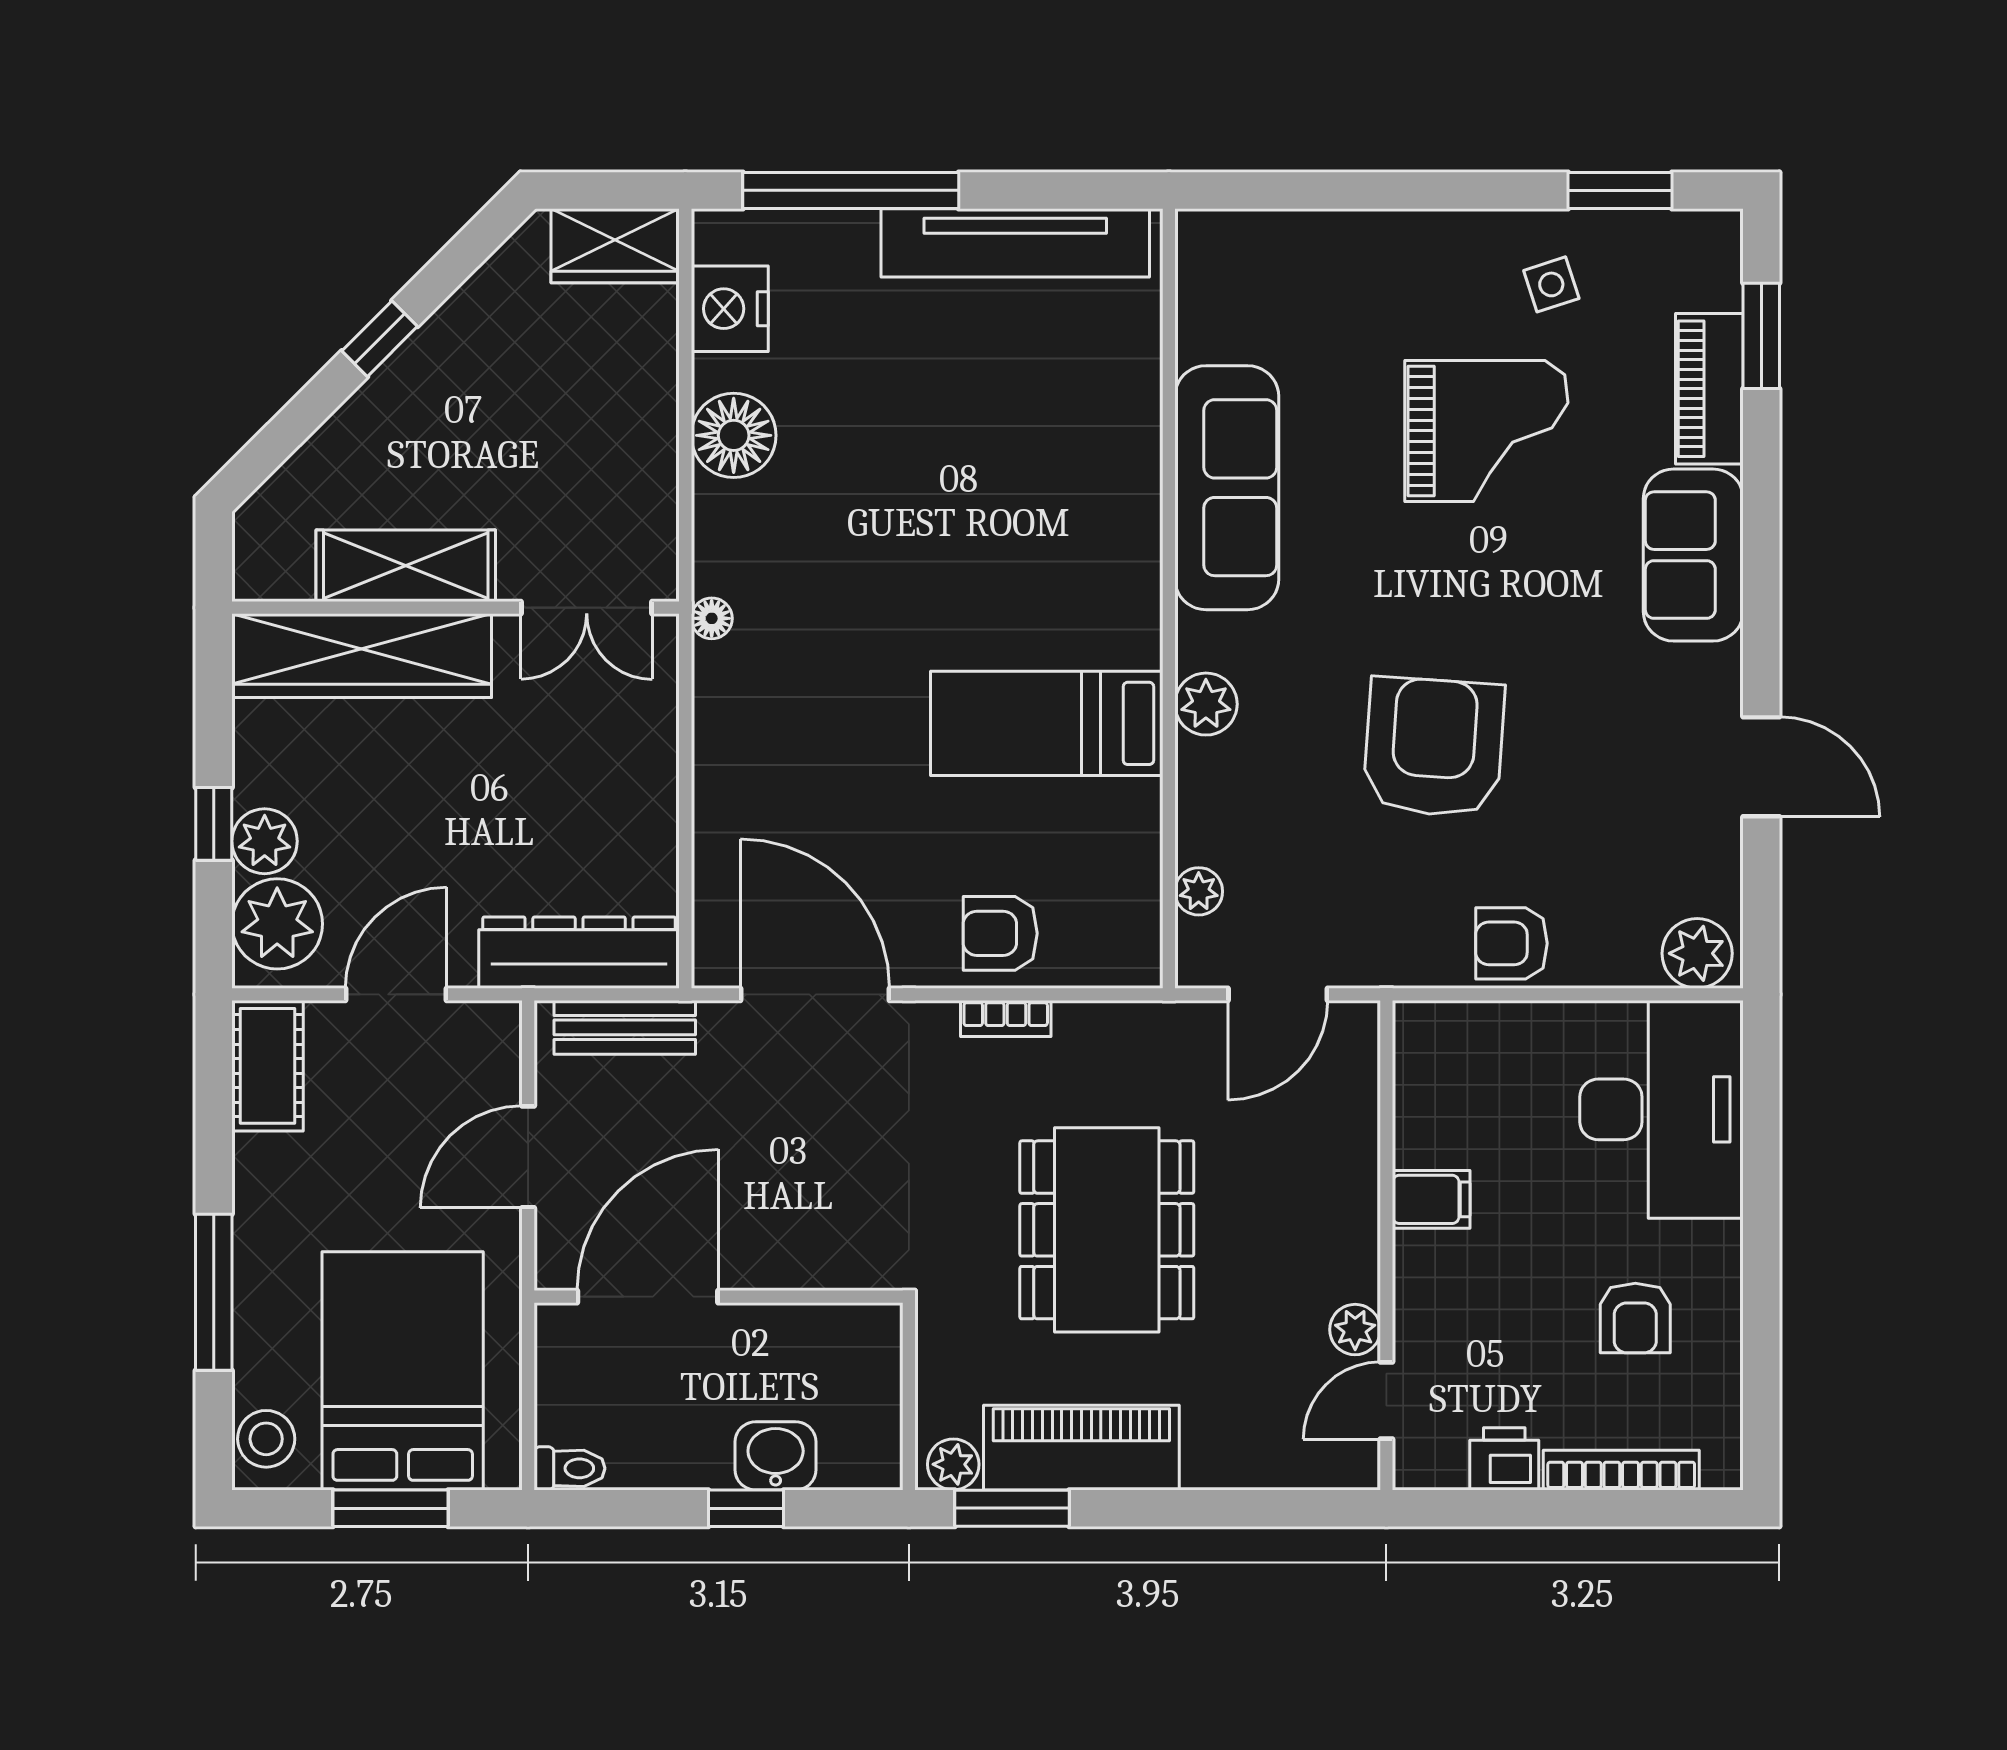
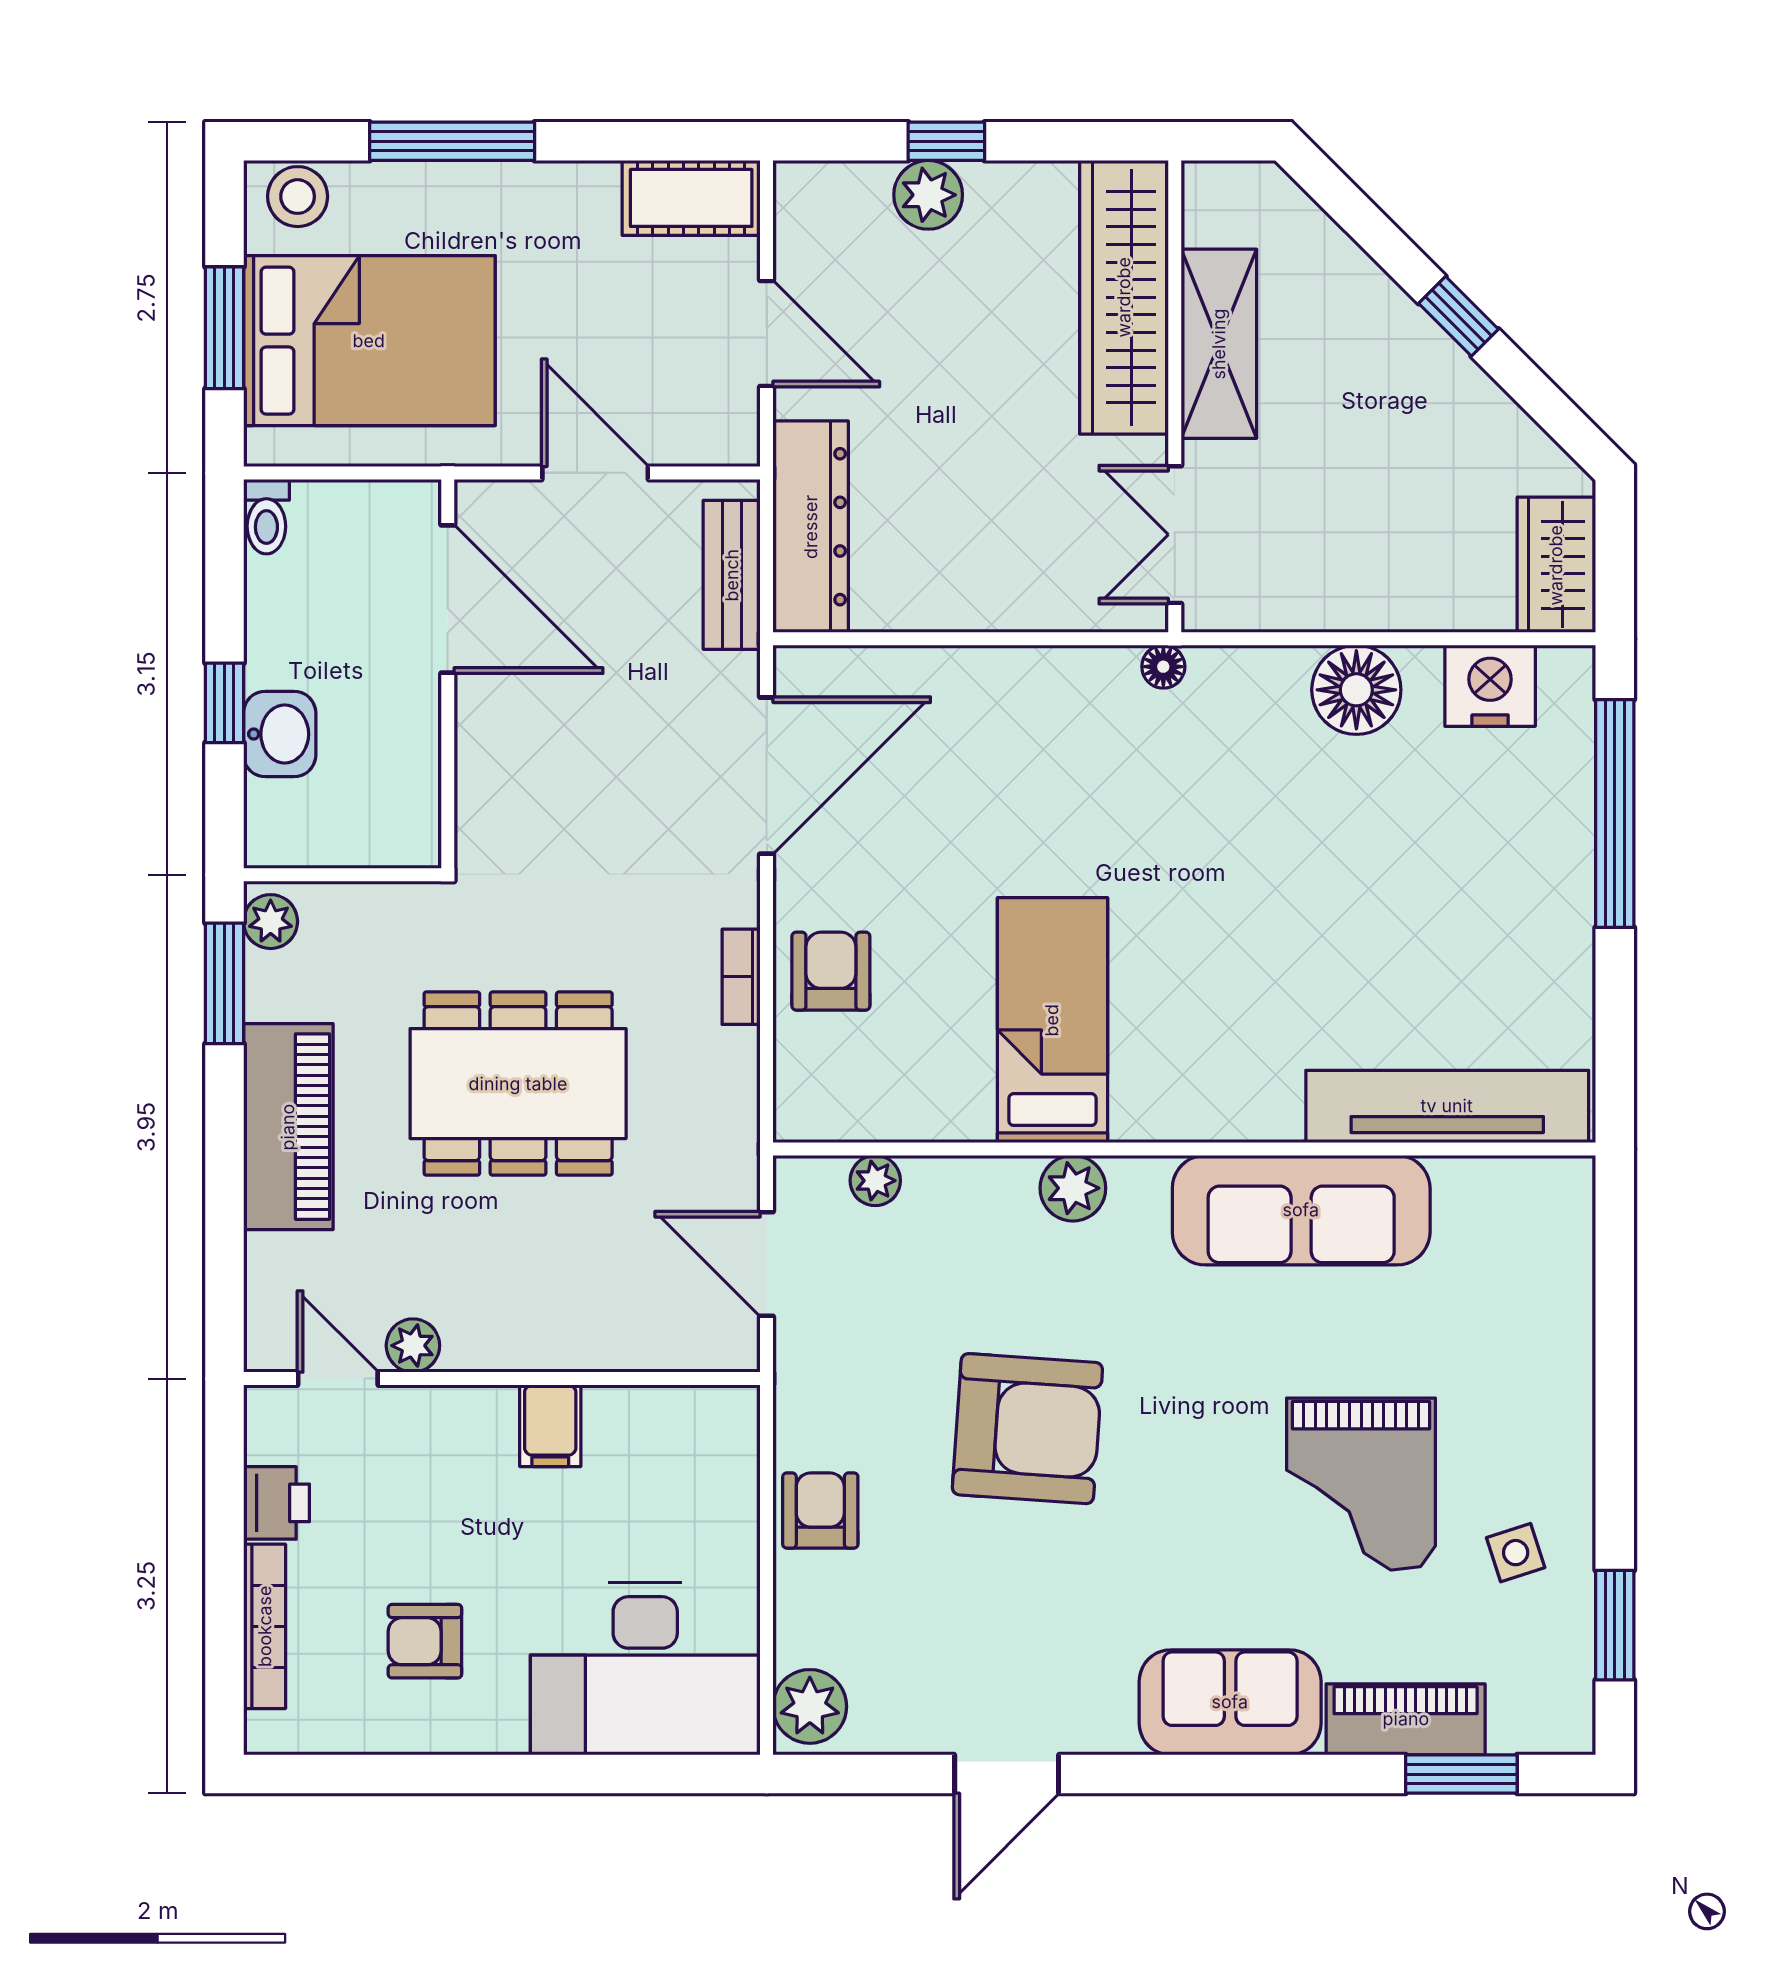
tv unit: (1015, 243) -> (1447, 1106), moved, turned 90
plant: (277, 924) -> (841, 208), removed
piano: (1081, 1448) -> (288, 1127), moved

